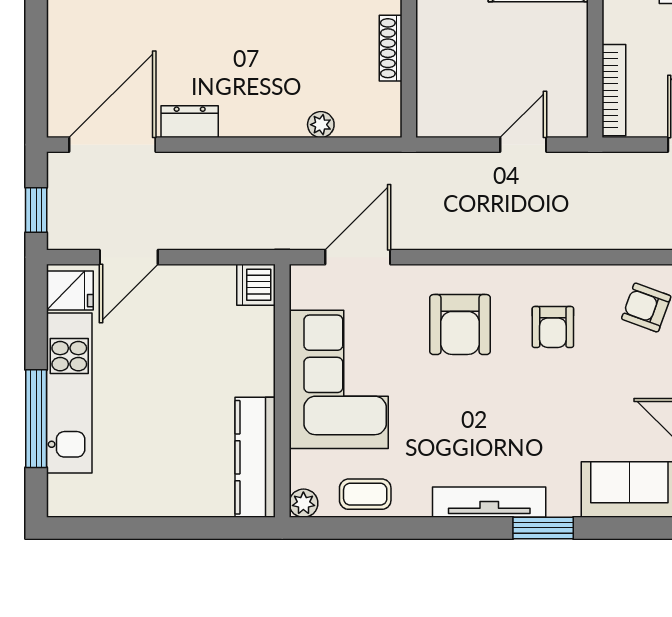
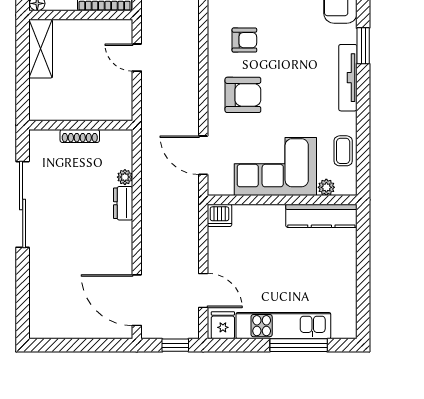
dresser: (190, 122) -> (123, 203), moved
plant: (303, 503) -> (326, 187), moved

